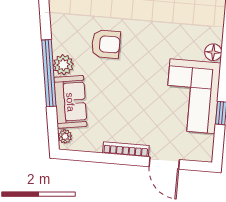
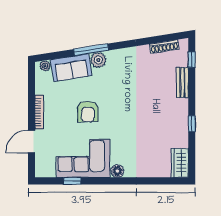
armchair: (106, 44) -> (88, 112), moved
window: (49, 73) -> (91, 50), width x0.68

